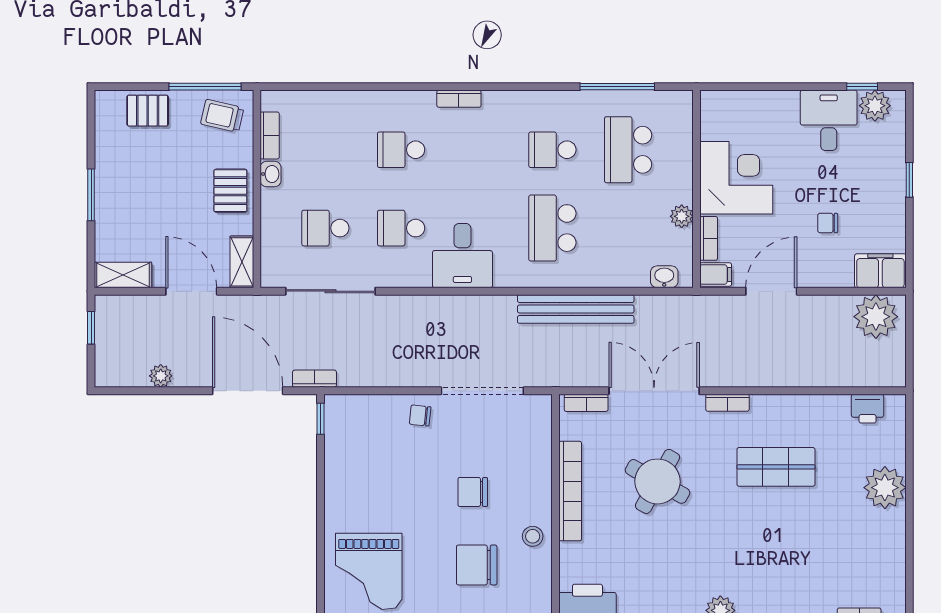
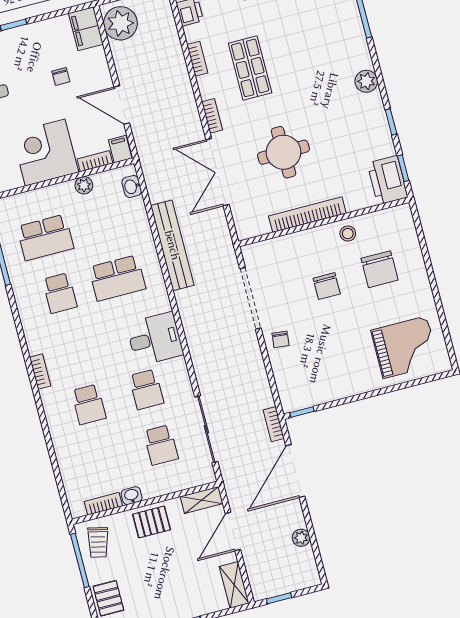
bookcase: (586, 403) -> (197, 59), moved
round table: (658, 481) -> (284, 152), turned -30

